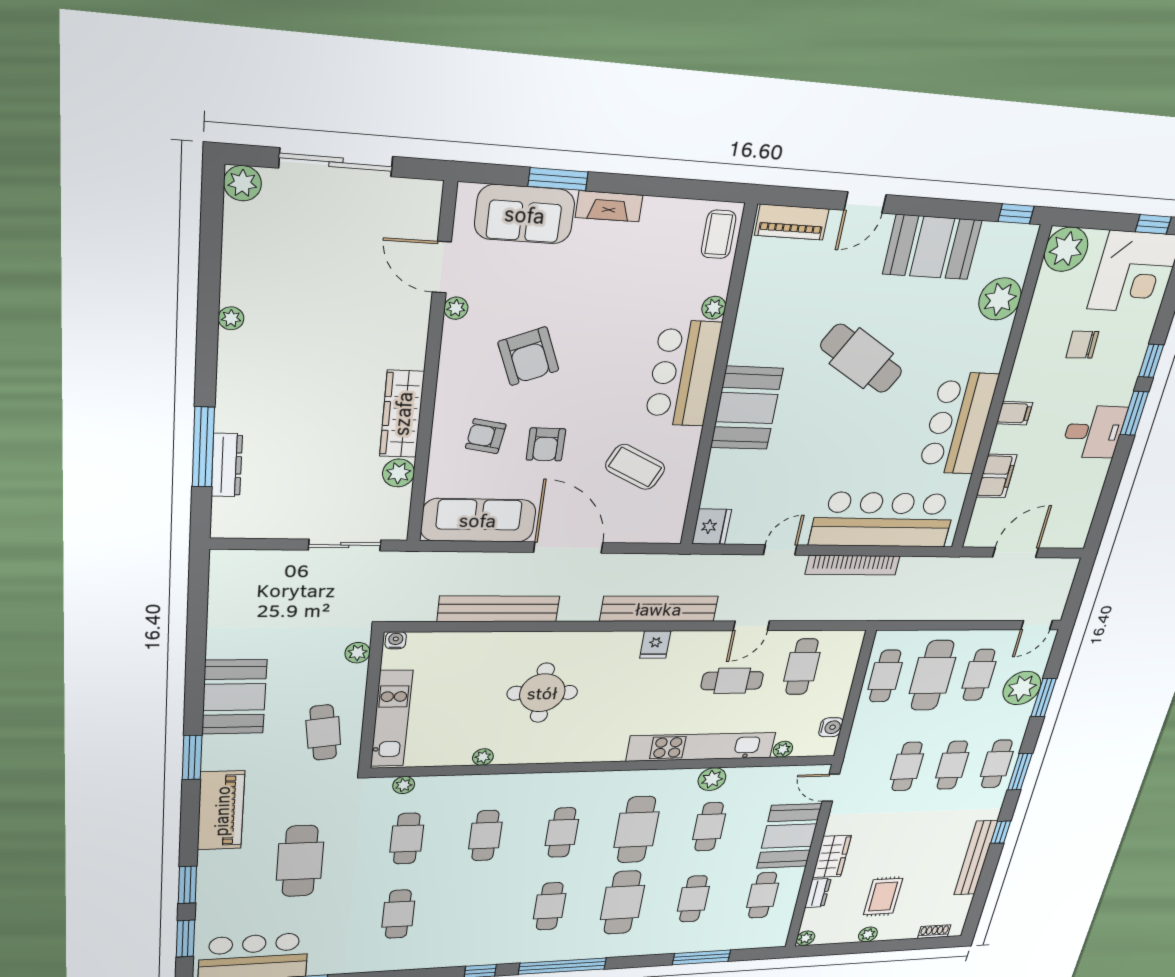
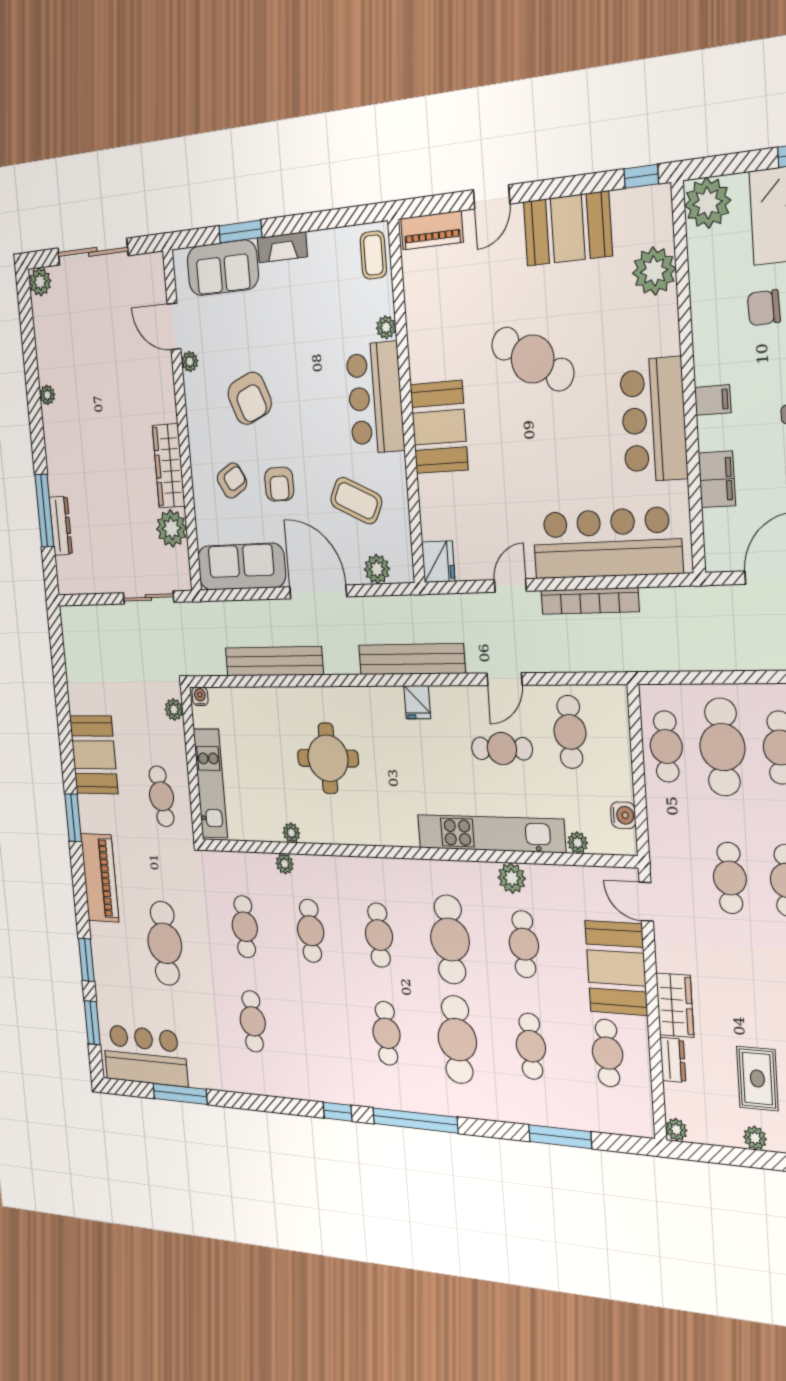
armchair: (486, 436) -> (232, 481), turned 141
plant: (399, 473) -> (172, 528), width x1.36, depth x1.36
plant: (642, 530) -> (377, 569), added
plant: (404, 785) -> (285, 864), moved

